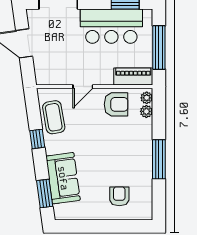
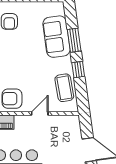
window: (45, 194) -> (74, 40), moved

